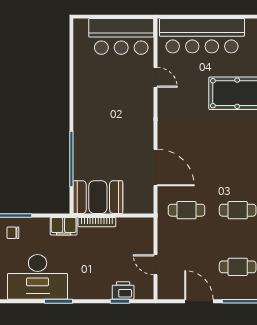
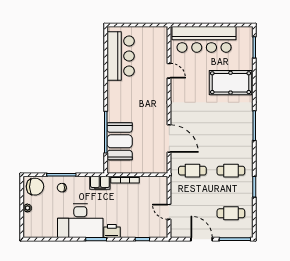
bar counter: (121, 36) -> (121, 56), moved, turned -90
booth: (98, 197) -> (120, 141), moved, turned 90
printer: (123, 290) -> (112, 231), moved

